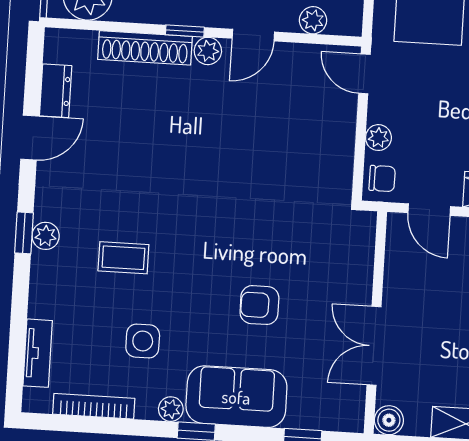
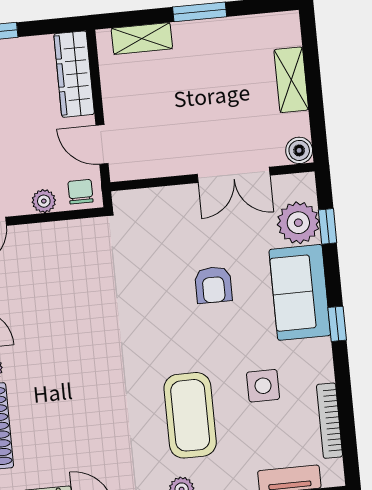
door: (429, 210) -> (102, 144), swing flipped
coffee table: (123, 258) -> (190, 415), width x1.86, depth x1.72
plant: (171, 409) -> (298, 223), moved, width x1.88, depth x1.88

